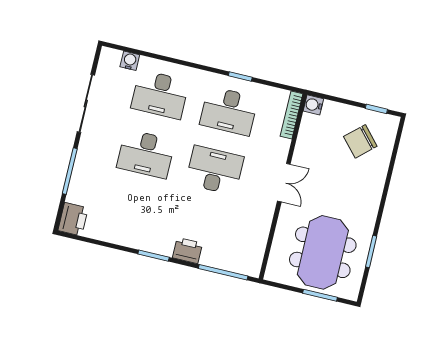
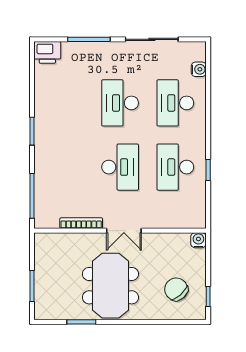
bookcase: (292, 115) -> (81, 223), moved
printer: (188, 250) -> (44, 160), removed
meeting table: (323, 252) -> (110, 286), moved, turned 90

